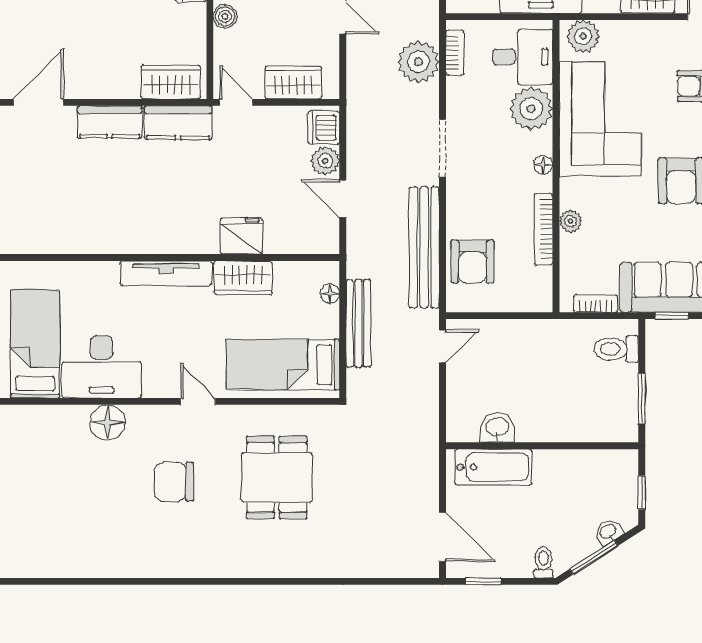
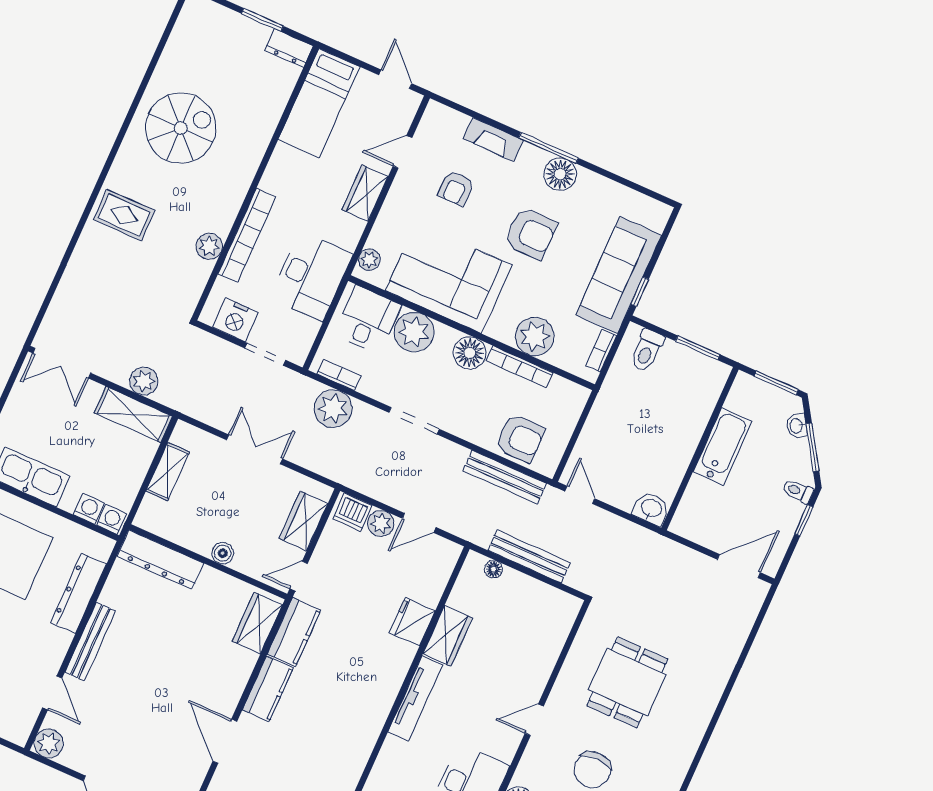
plant: (583, 36) -> (369, 260), width x0.73, depth x0.73
floor lamp: (543, 165) -> (470, 353), width x1.89, depth x1.89
plant: (571, 221) -> (535, 337), width x1.87, depth x1.87
bench: (424, 247) -> (505, 477), width x0.73, depth x0.82
bed: (283, 365) -> (535, 635), removed
washbasin: (497, 428) -> (651, 509), moved, turned 90
bathtub: (493, 467) -> (722, 447), moved
dining table: (277, 477) -> (627, 682), turned 90
window: (642, 492) -> (776, 383), width x1.50
window: (483, 581) -> (804, 520), moved

